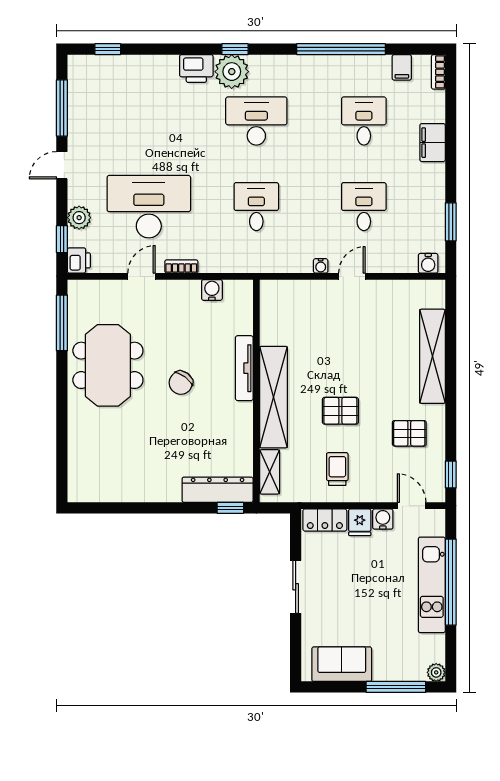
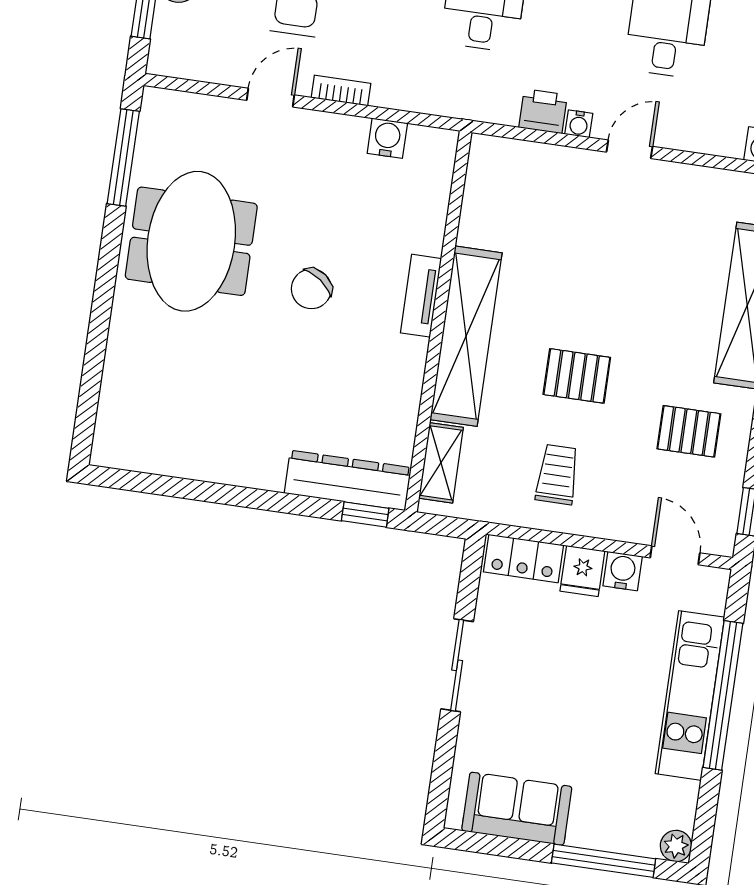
printer: (79, 260) -> (543, 111), moved, turned -90
tv unit: (244, 368) -> (421, 296), width x0.71

